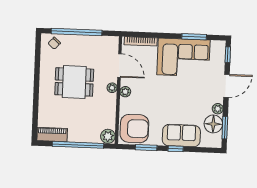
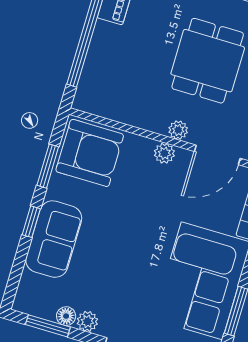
floor lamp: (213, 124) -> (66, 316), width x0.53, depth x0.53
armchair: (134, 129) -> (90, 153), turned -90
plant: (108, 136) -> (88, 99), removed

